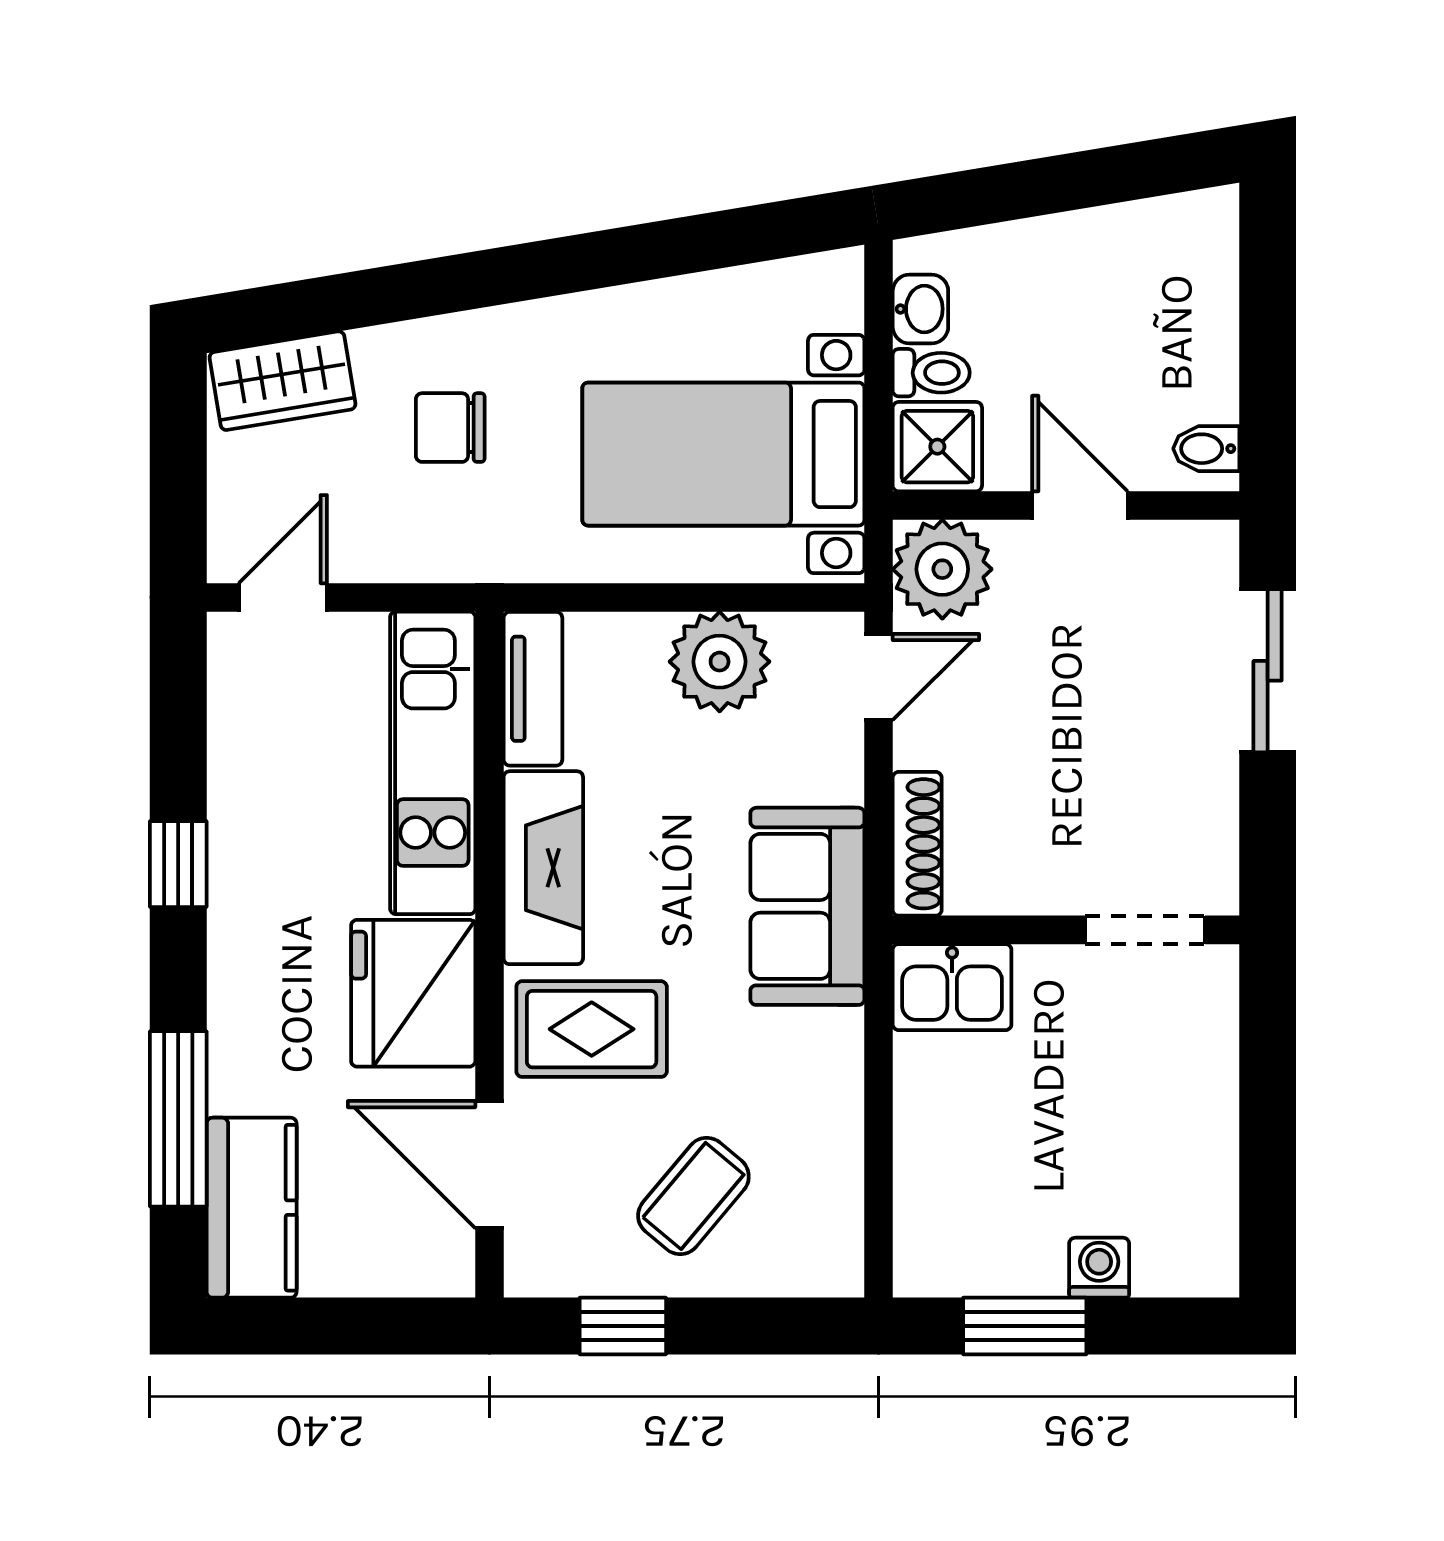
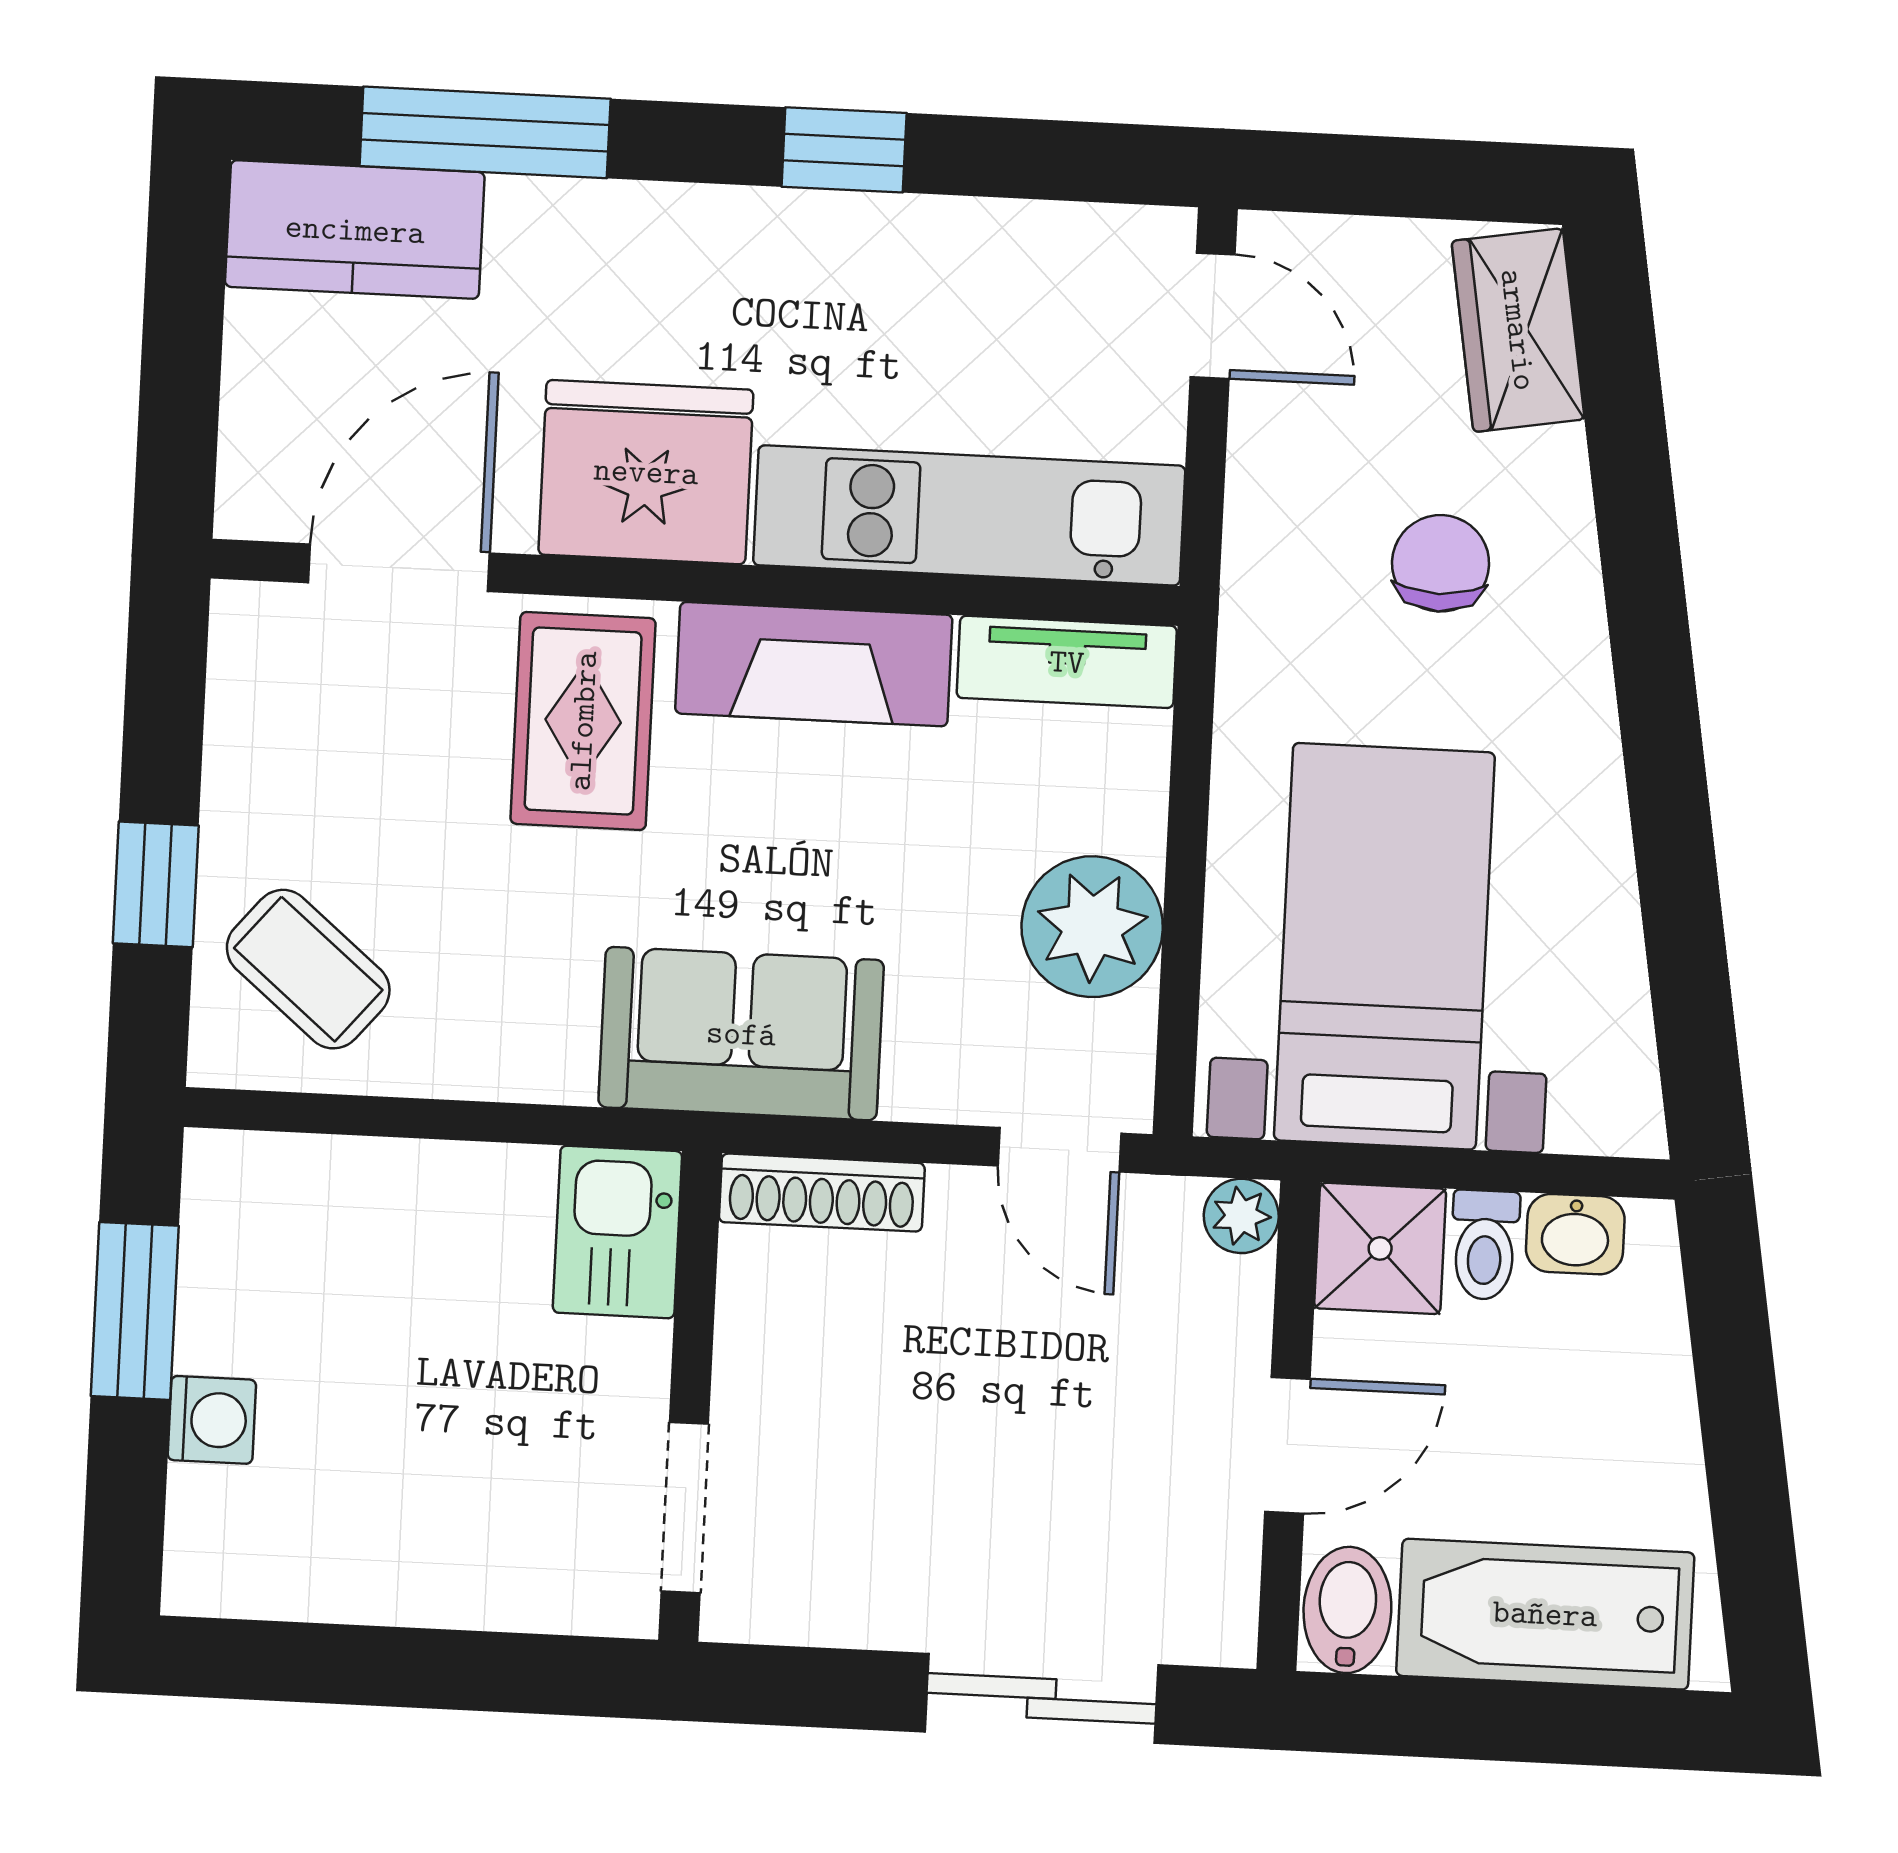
bathtub: (1191, 317) -> (1545, 1614), added
bidet: (1206, 449) -> (1347, 1610), width x1.38, depth x1.36
plant: (942, 569) -> (1241, 1216), width x0.53, depth x0.53
coffee table: (693, 1196) -> (308, 969), moved
window: (623, 1326) -> (156, 884), moved

